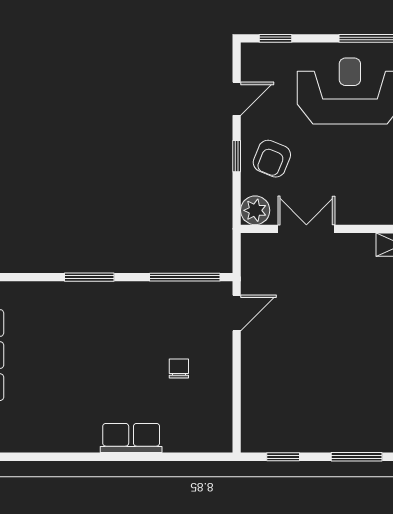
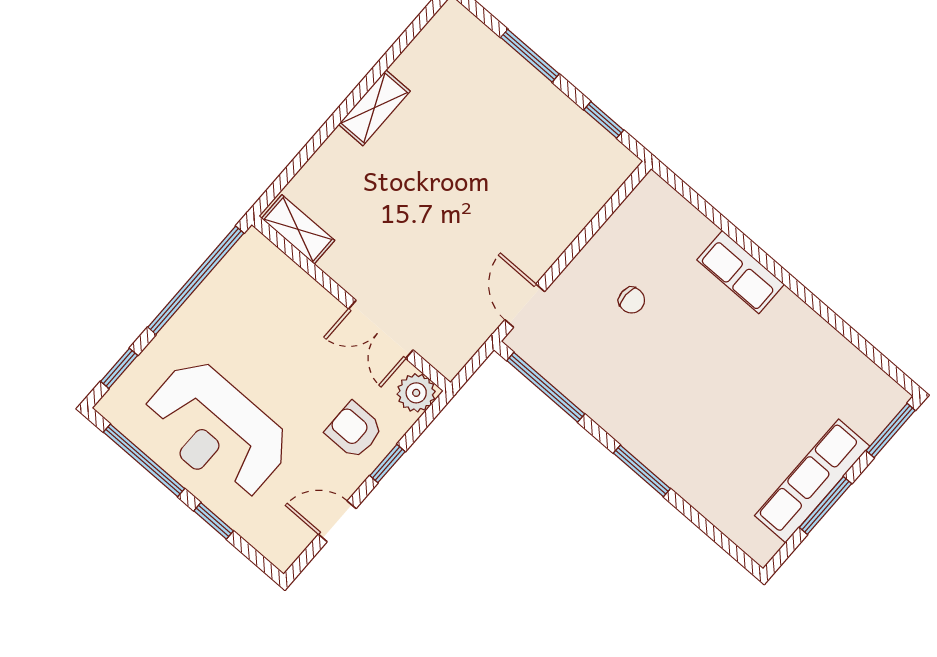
window: (275, 38) -> (214, 521), moved
armchair: (272, 159) -> (354, 430), turned -112
door: (237, 313) -> (525, 306), hinge flipped
chair: (179, 369) -> (632, 300), turned -90

